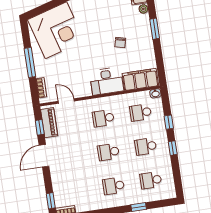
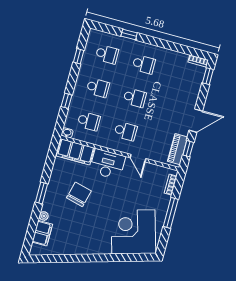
chair: (120, 43) -> (79, 194), width x1.87, depth x1.87
door: (66, 101) -> (138, 158), moved
window: (173, 148) -> (79, 56), moved

